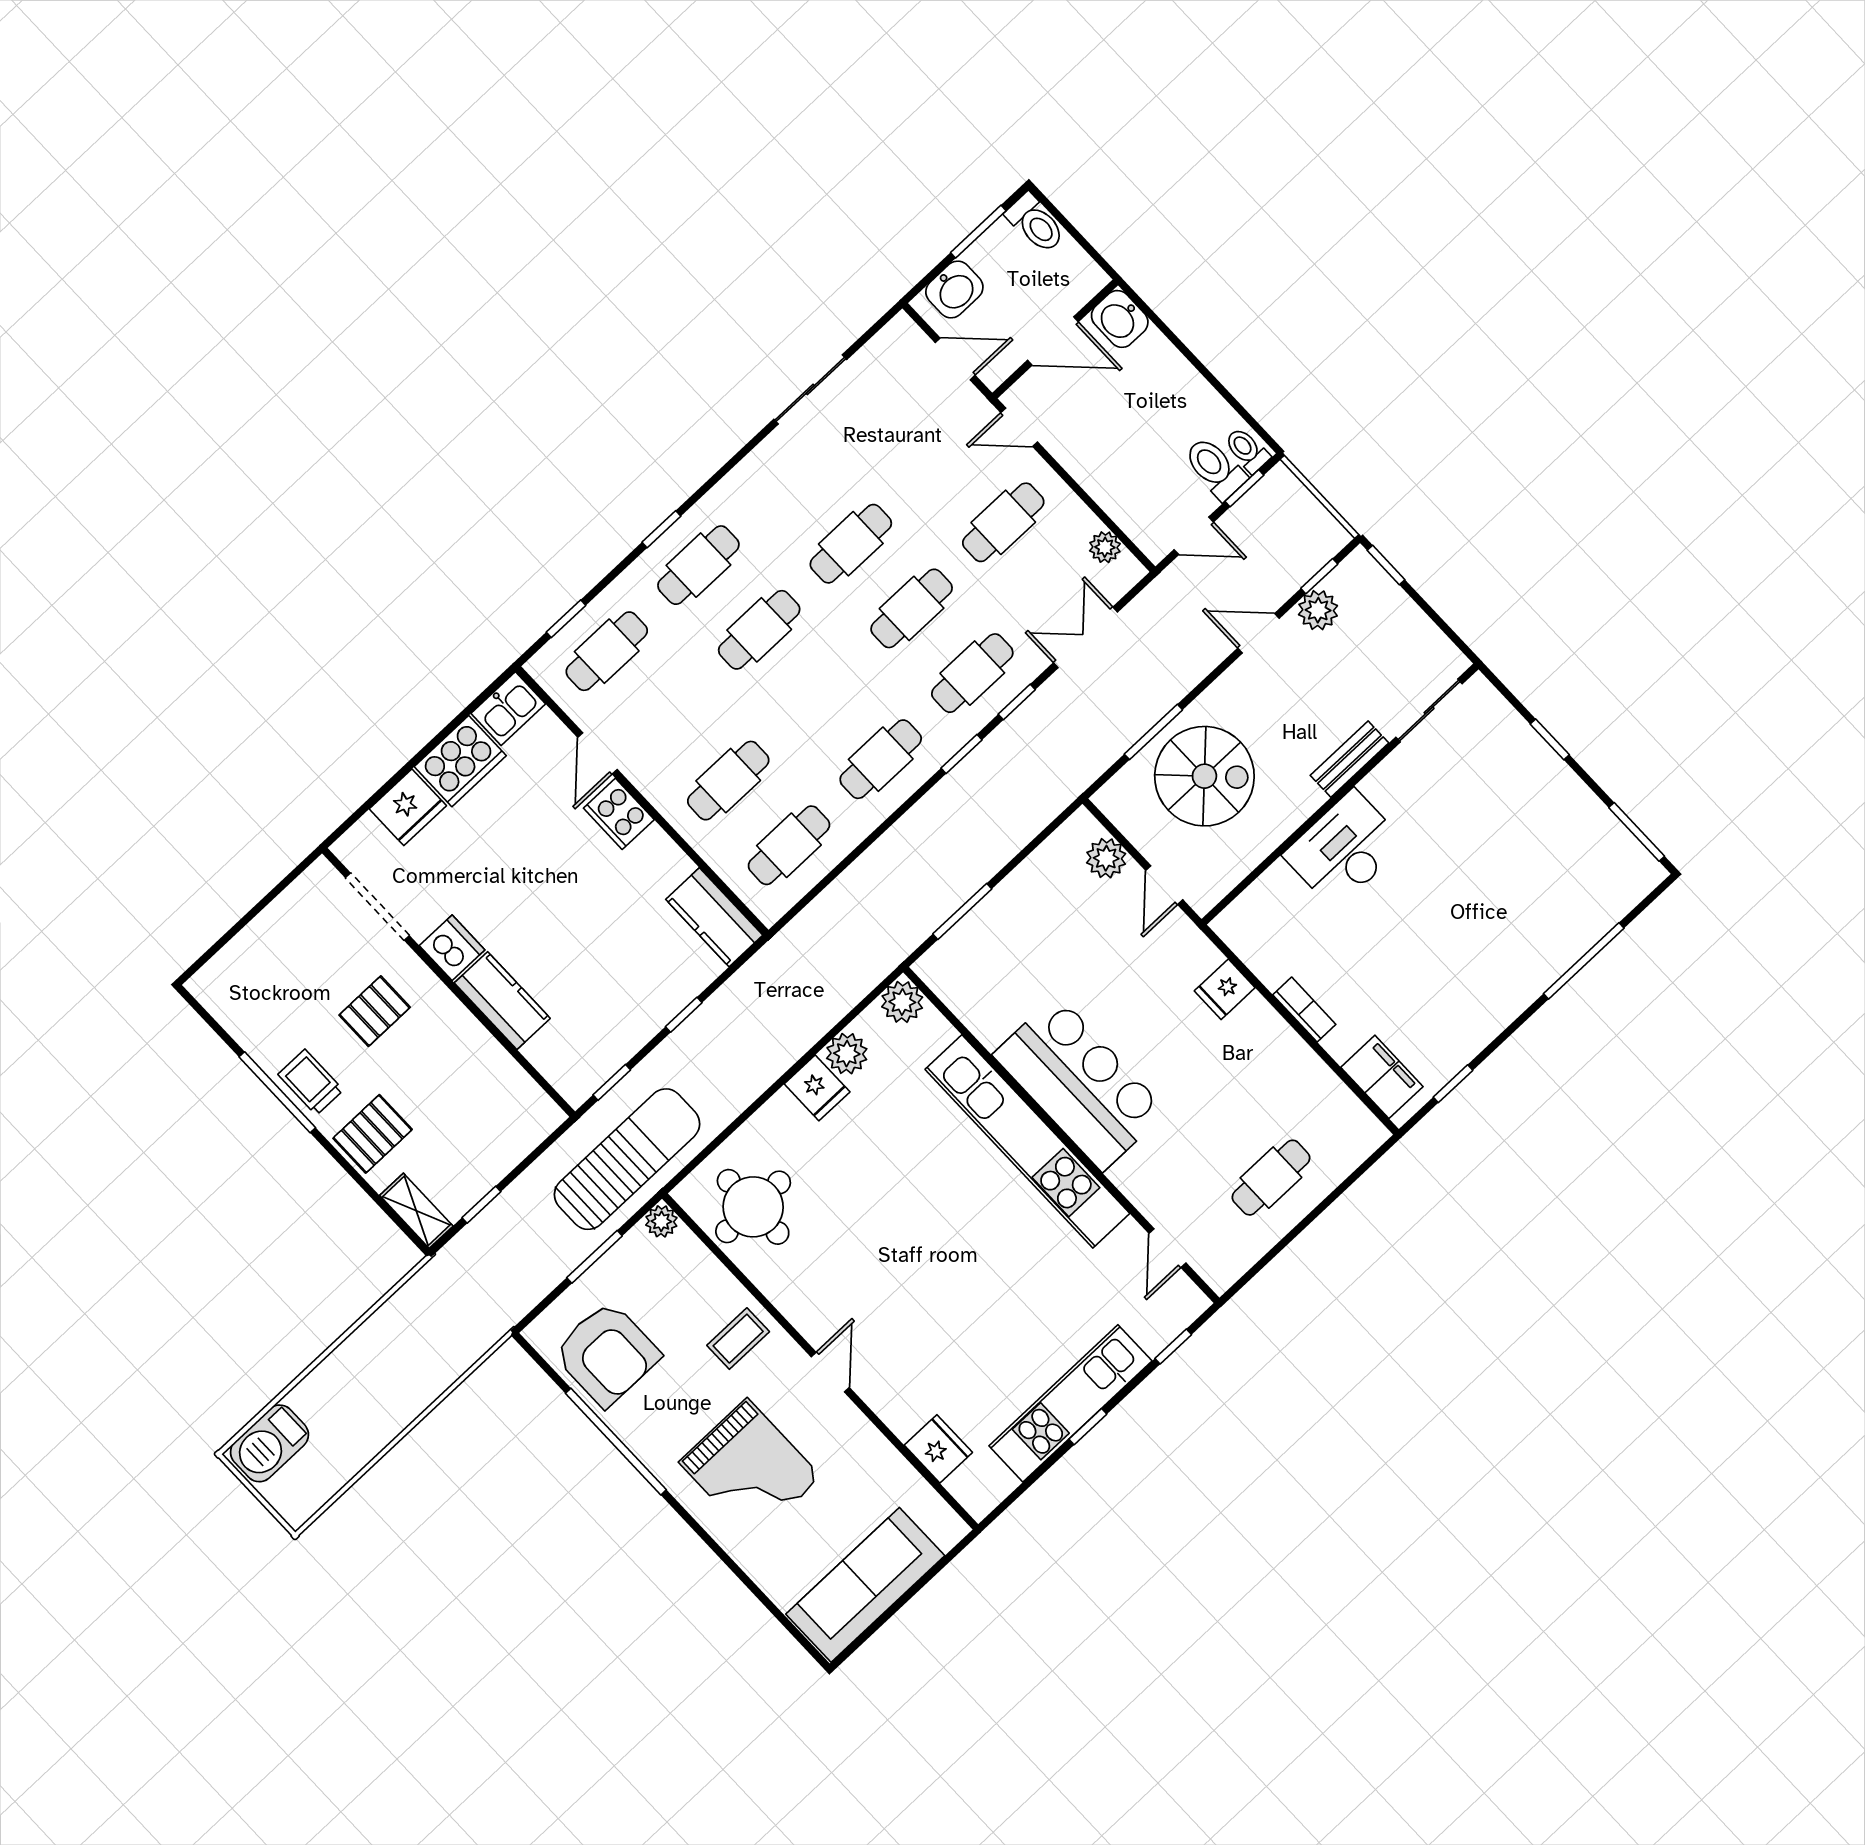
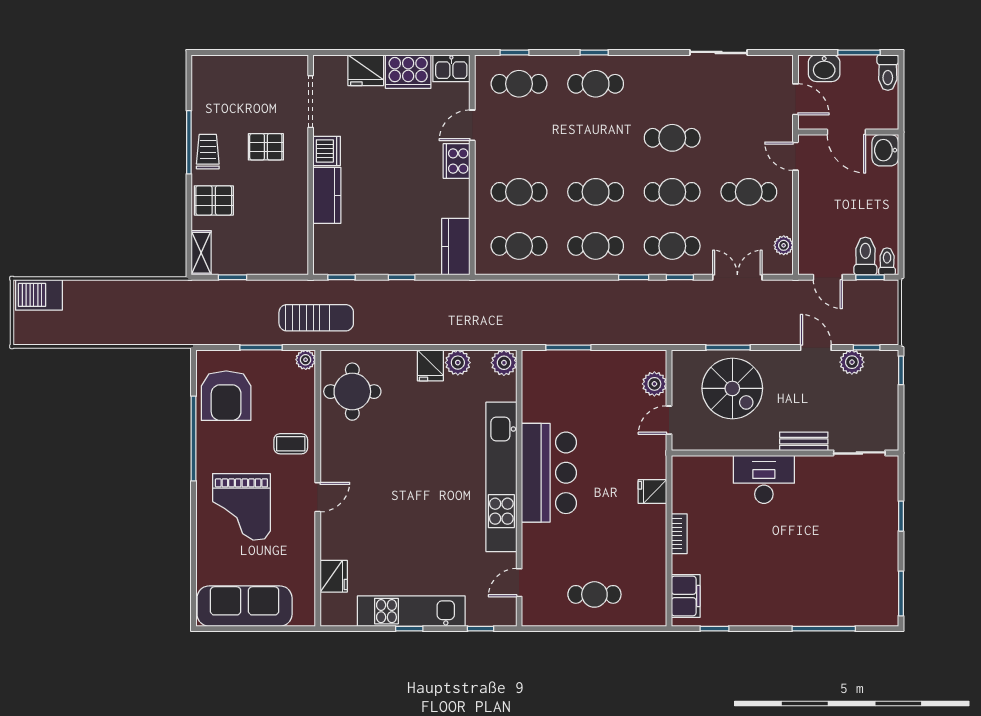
cafe table: (759, 630) -> (596, 192), moved
sun lounger: (627, 1159) -> (316, 318), width x0.73, depth x0.75

